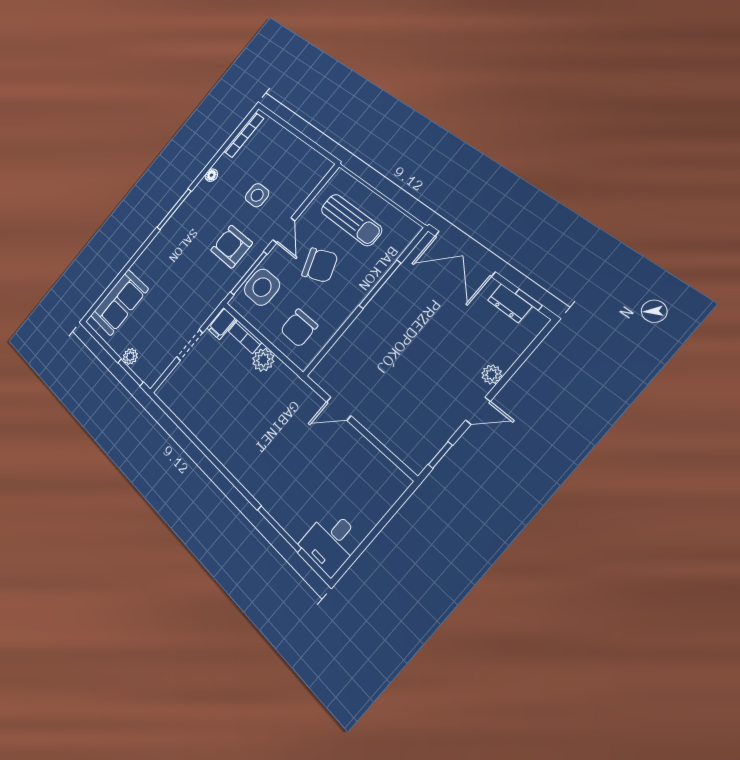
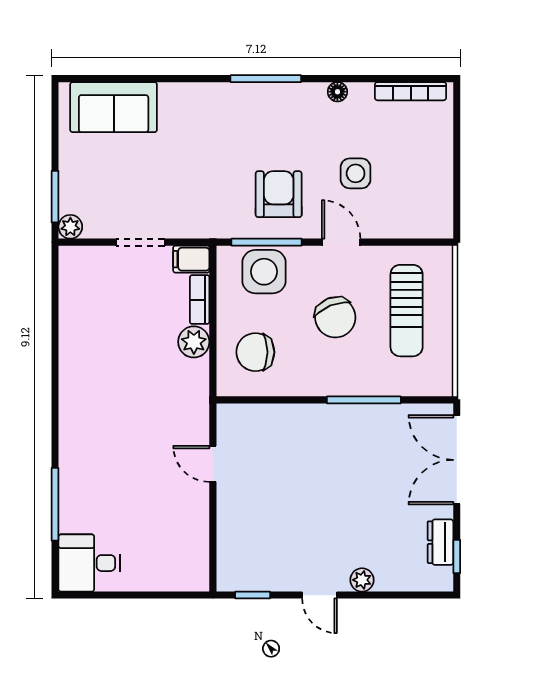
door: (284, 230) -> (341, 242), swing flipped
plant: (130, 356) -> (70, 227), moved

